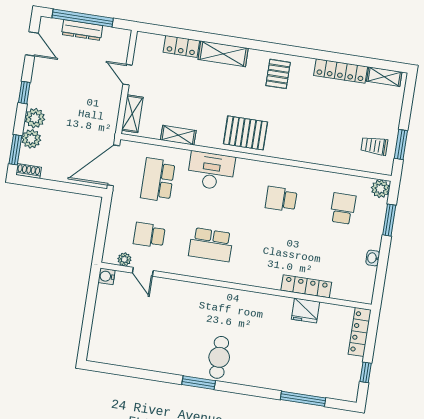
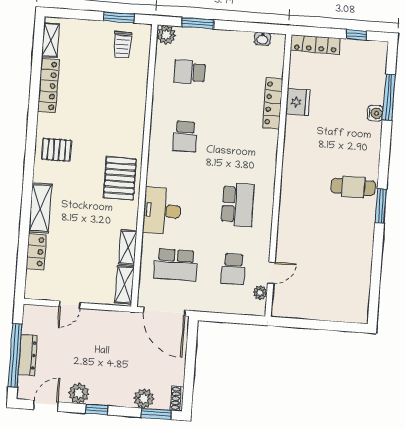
shelving: (132, 114) -> (125, 285), moved, turned 90
plant: (35, 118) -> (79, 393), moved
washbasin: (373, 258) -> (262, 39), moved
water cooler: (107, 276) -> (375, 113), moved, turned -90

